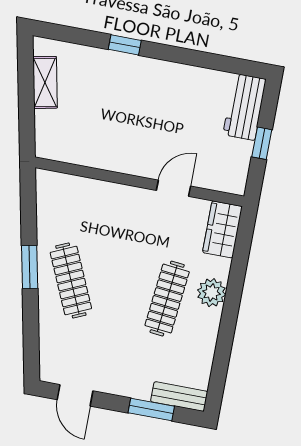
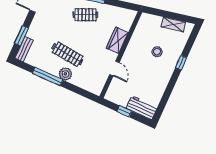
stool: (113, 104) -> (157, 52), added
wardrobe: (222, 229) -> (117, 40), moved, turned -90
clothes rail: (71, 281) -> (85, 15), width x0.73
window: (227, 330) -> (48, 77), added

